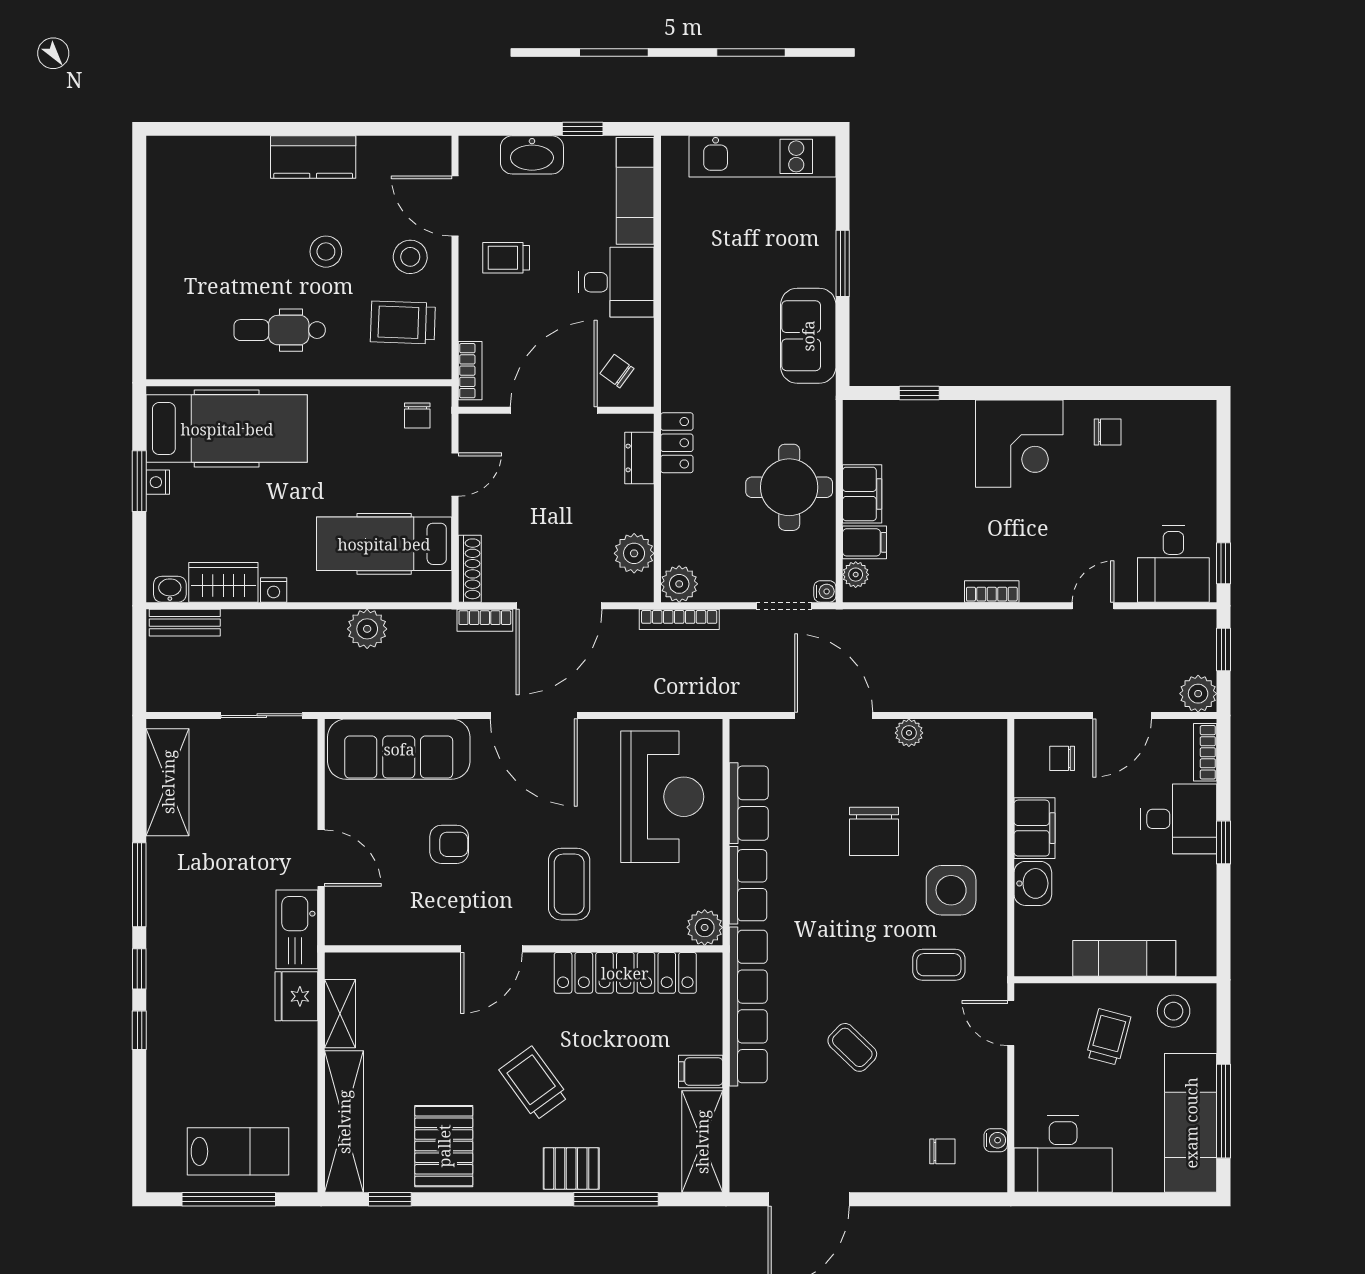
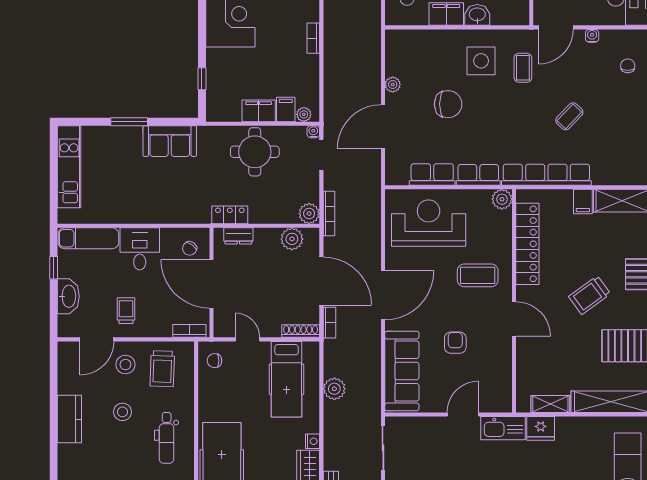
trolley: (506, 258) -> (126, 311), turned 180
chair: (417, 415) -> (215, 361), turned 180
door: (1011, 1023) -> (556, 27), width x1.38
water cooler: (996, 1140) -> (592, 36), moved

